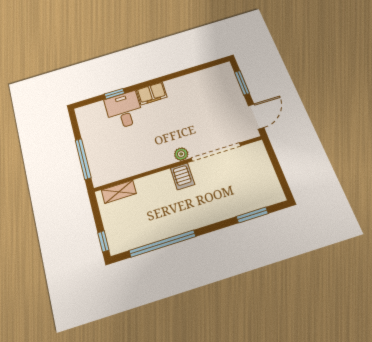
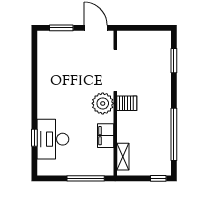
filing cabinet: (152, 93) -> (106, 136), moved, turned 180
desk: (124, 110) -> (53, 139), width x1.37
plant: (181, 154) -> (103, 103), width x1.88, depth x1.88

